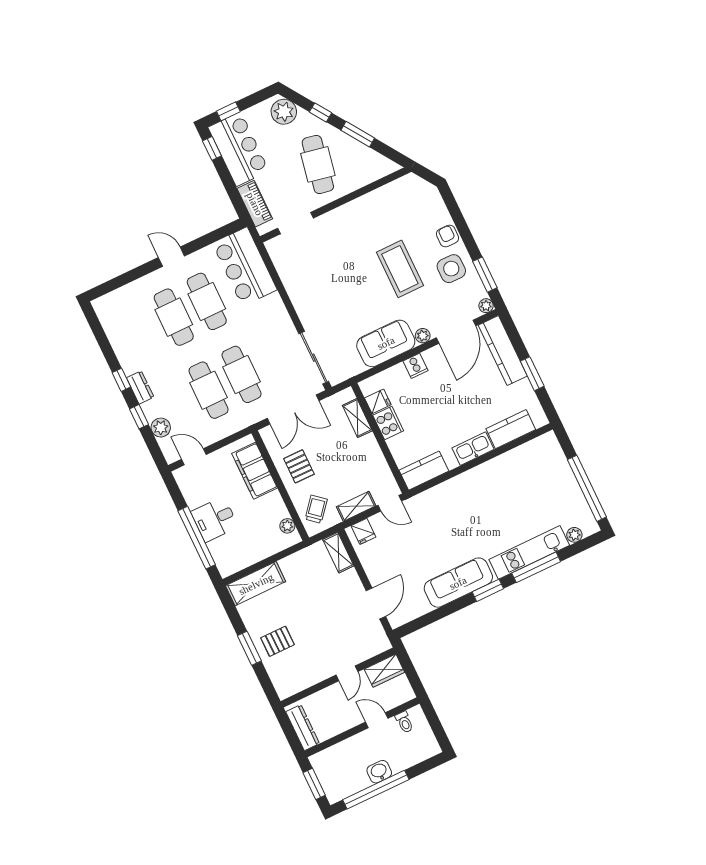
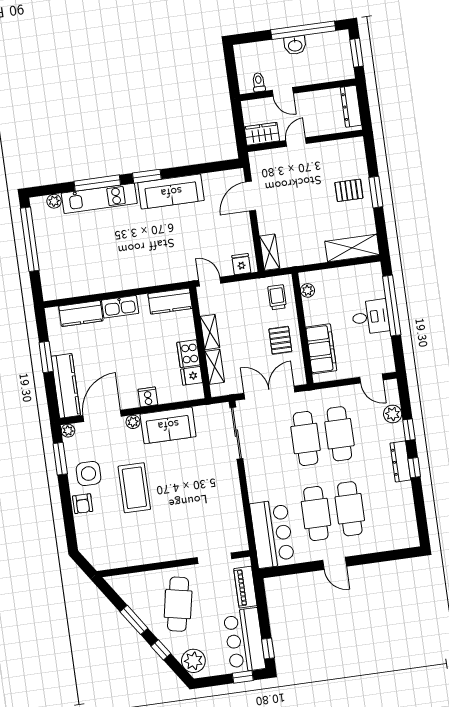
dresser: (140, 387) -> (400, 462), width x1.44
shelving: (356, 506) -> (210, 332), moved, turned 90
trolley: (316, 509) -> (277, 297), turned 140

